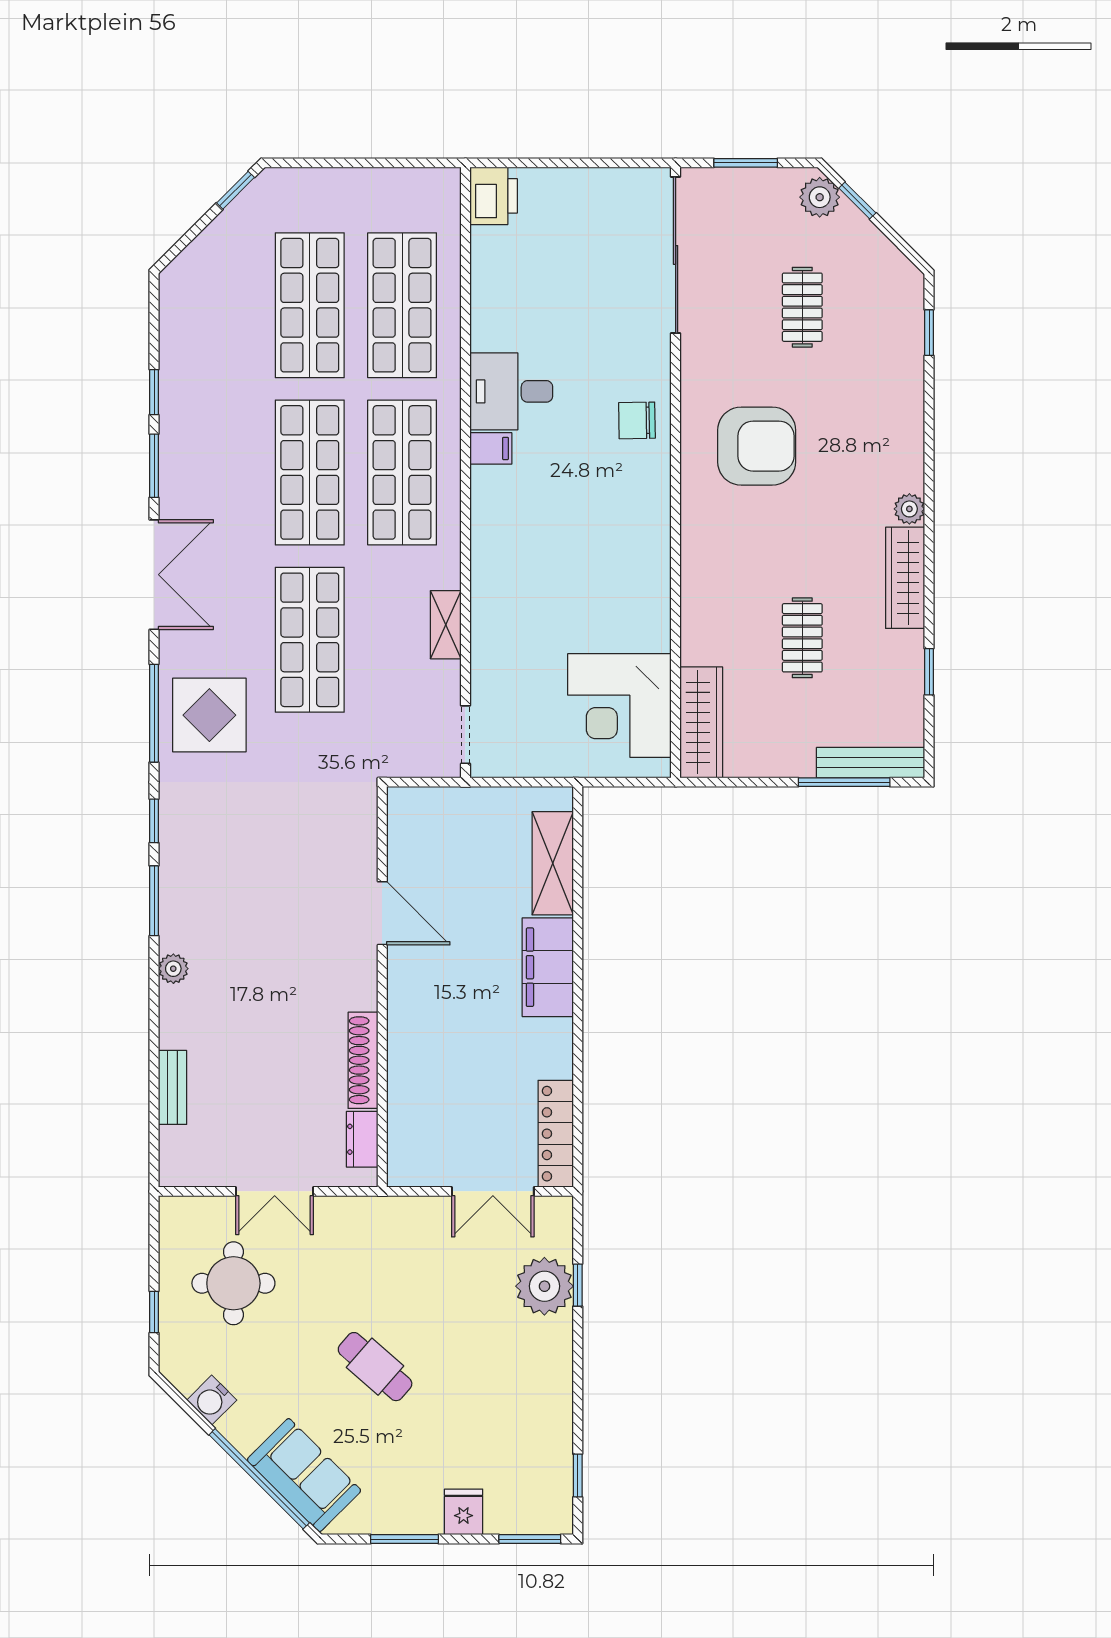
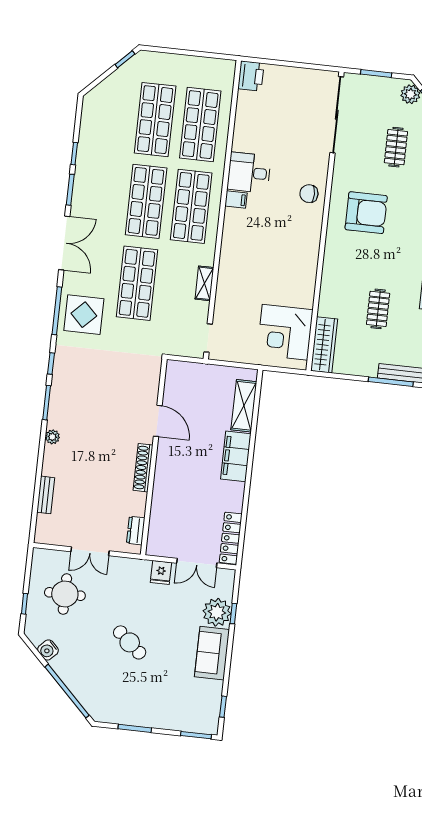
shoe rack: (363, 1060) -> (143, 468), moved
sofa: (304, 1475) -> (212, 653), moved, turned -135
fridge: (464, 1512) -> (161, 573), moved, turned 180

